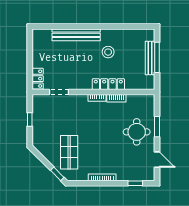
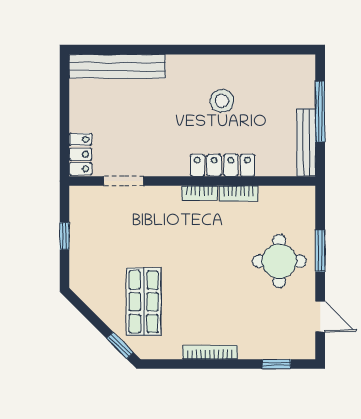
bench: (76, 35) -> (117, 66), moved
bench: (150, 58) -> (306, 143), moved

